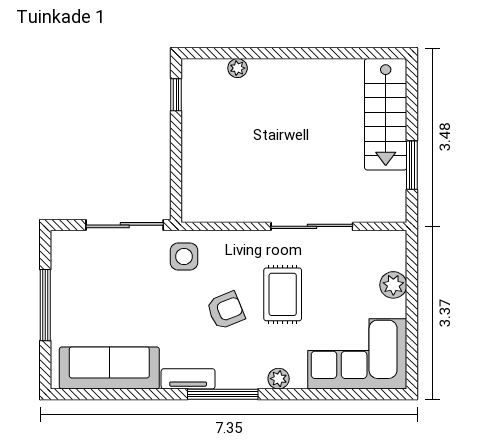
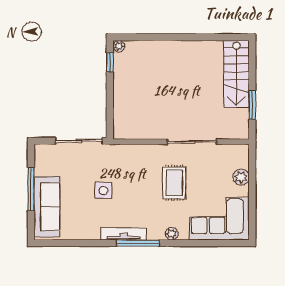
plant: (238, 68) -> (119, 46), moved
side table: (184, 257) -> (103, 190), moved
armchair: (226, 310) -> (140, 193), removed
sofa: (109, 368) -> (47, 207), moved, turned 90
tv unit: (188, 379) -> (124, 234), width x1.41

